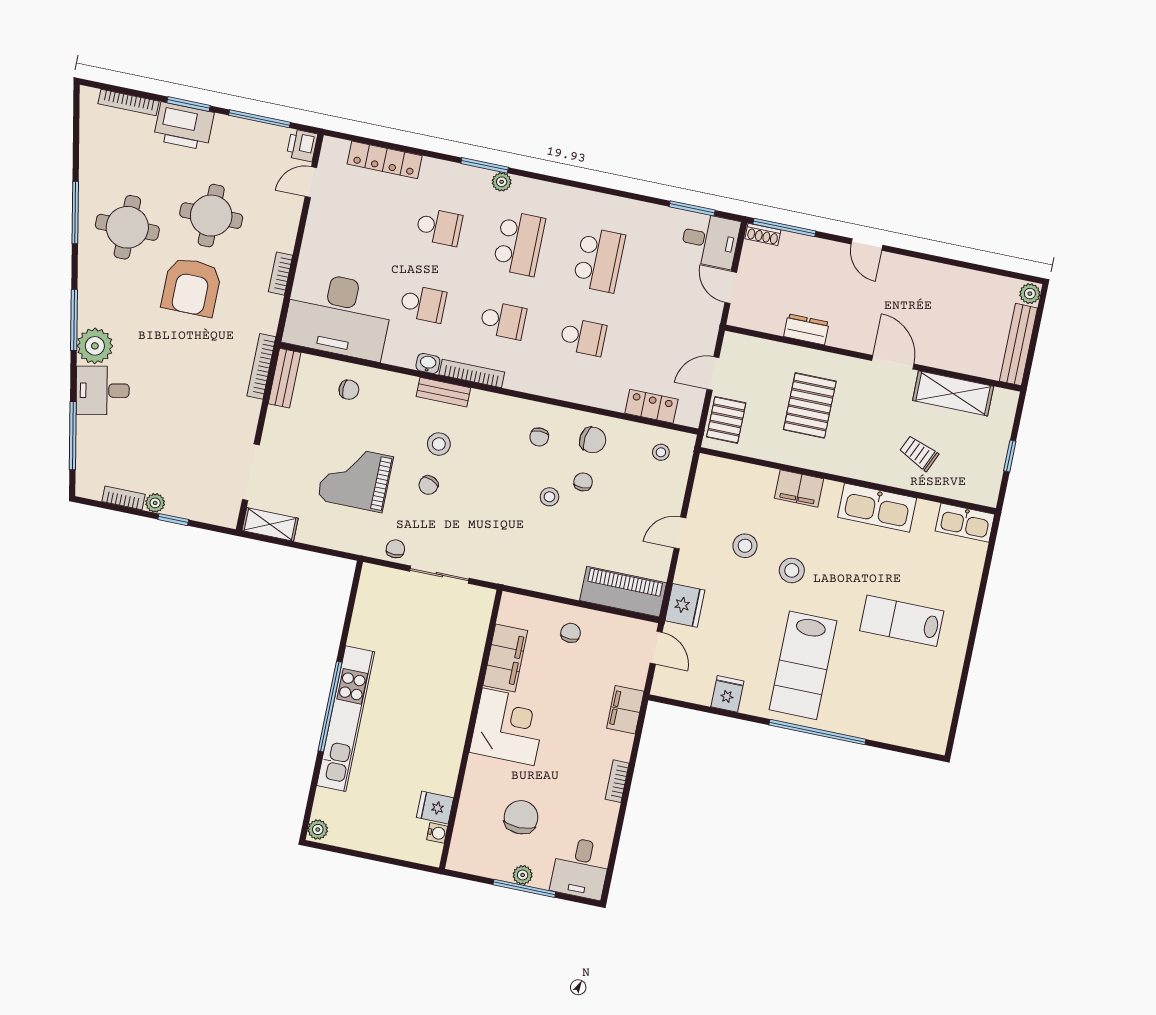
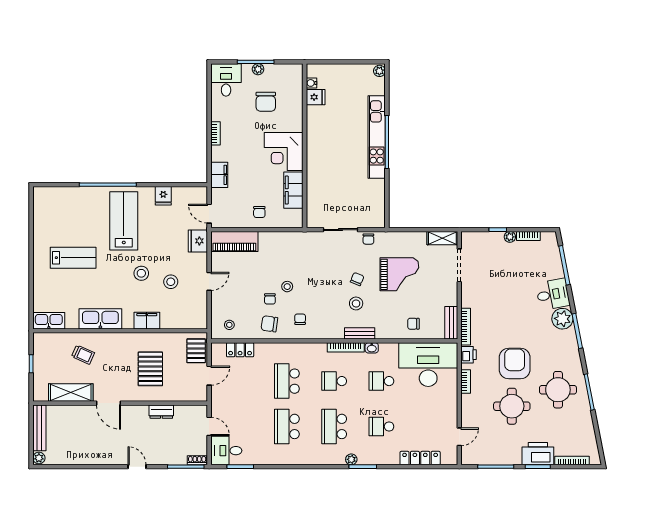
printer: (302, 145) -> (469, 355), moved
school desk: (583, 337) -> (287, 381), width x1.85

